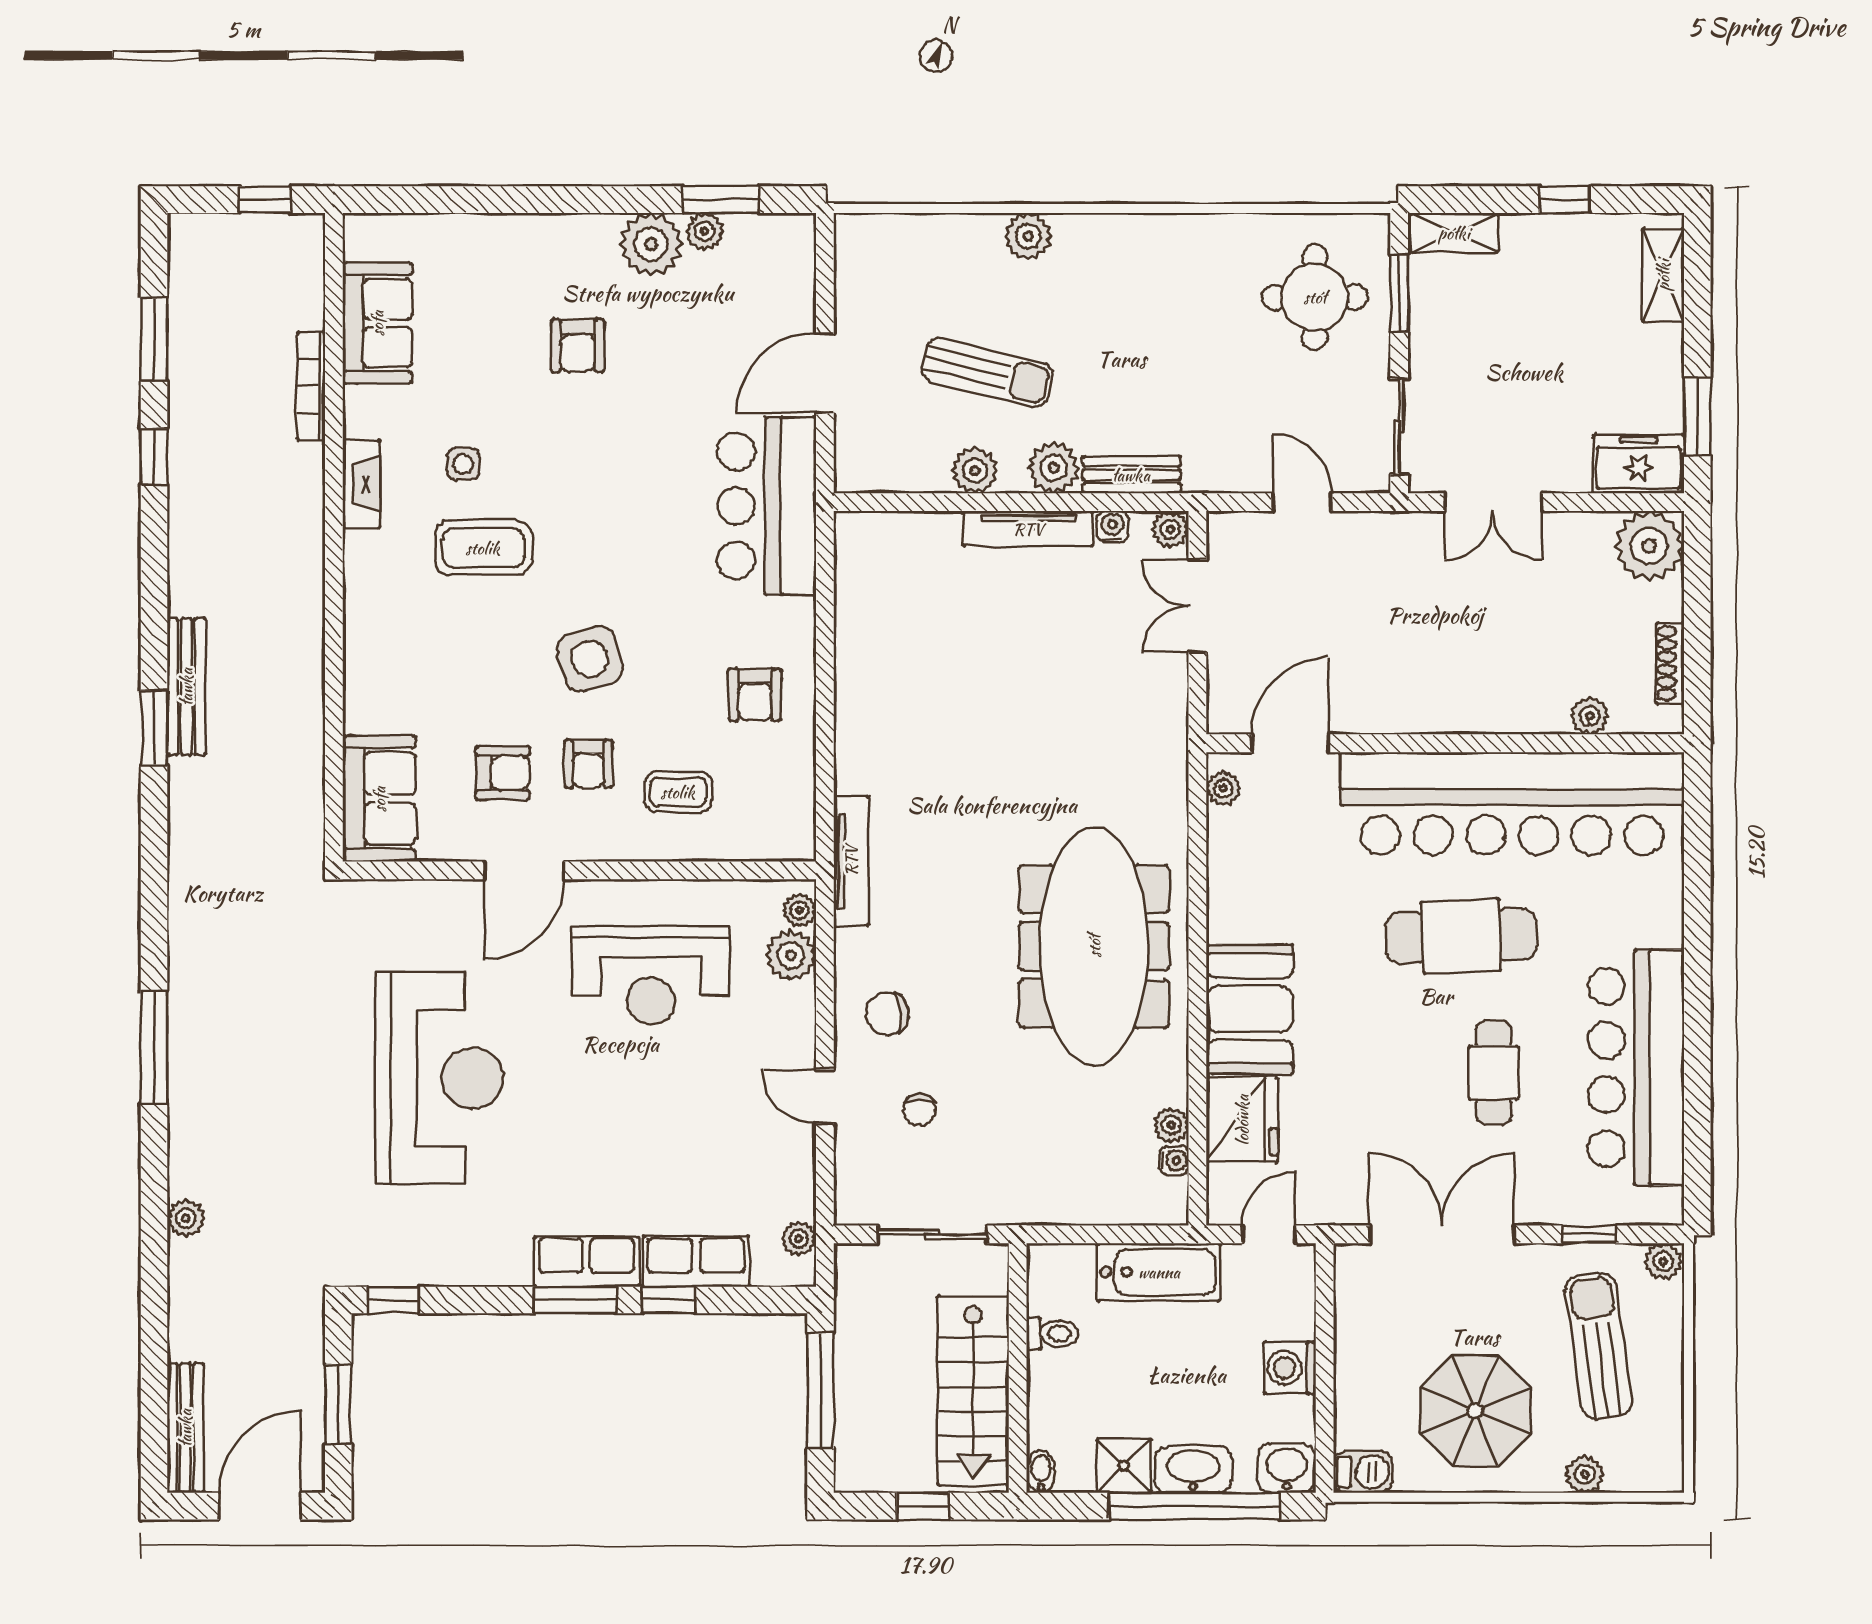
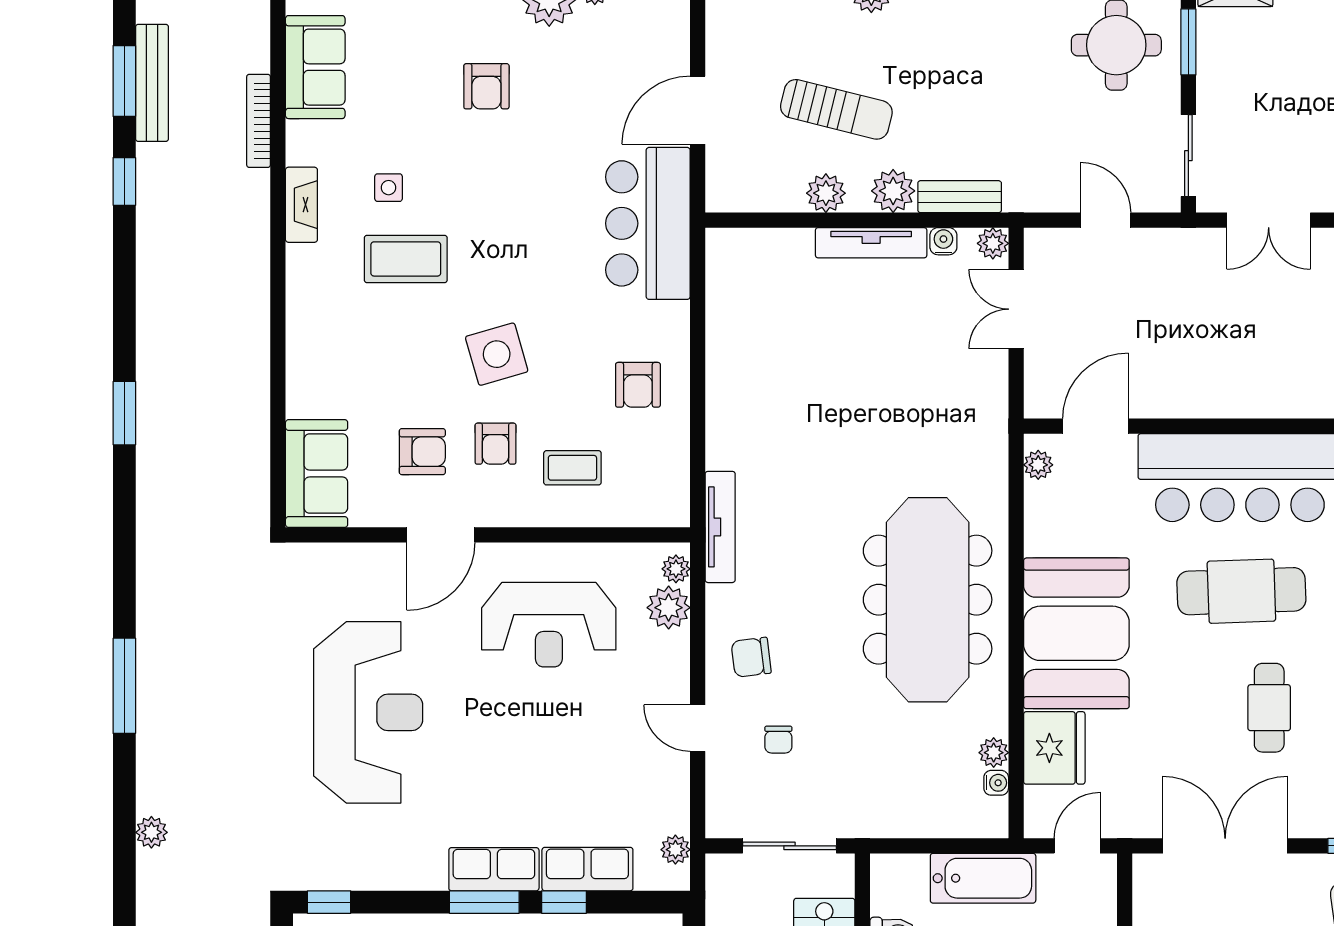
bench: (186, 687) -> (152, 83), moved
booth: (1250, 1009) -> (1076, 633), width x1.36, depth x1.42

